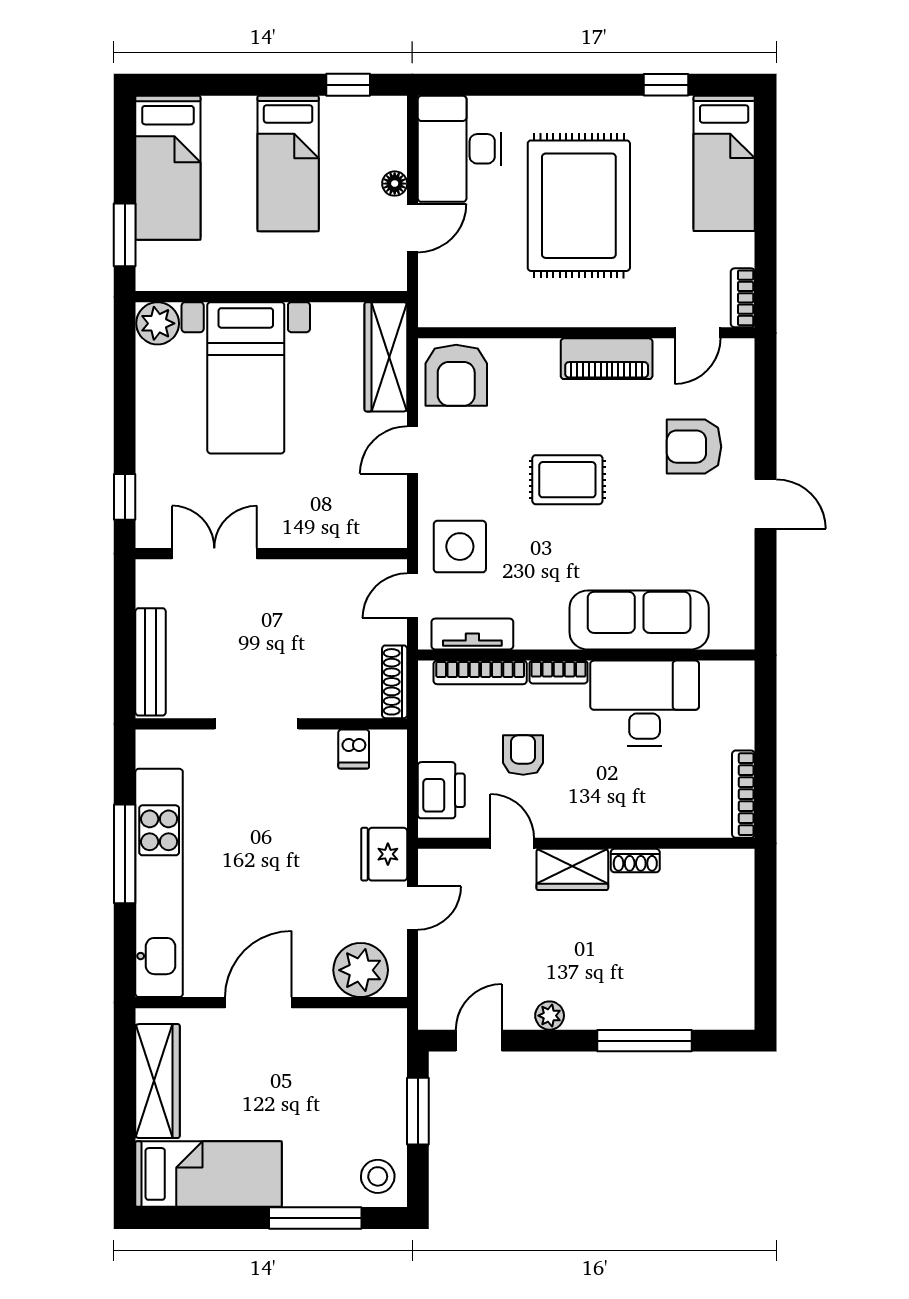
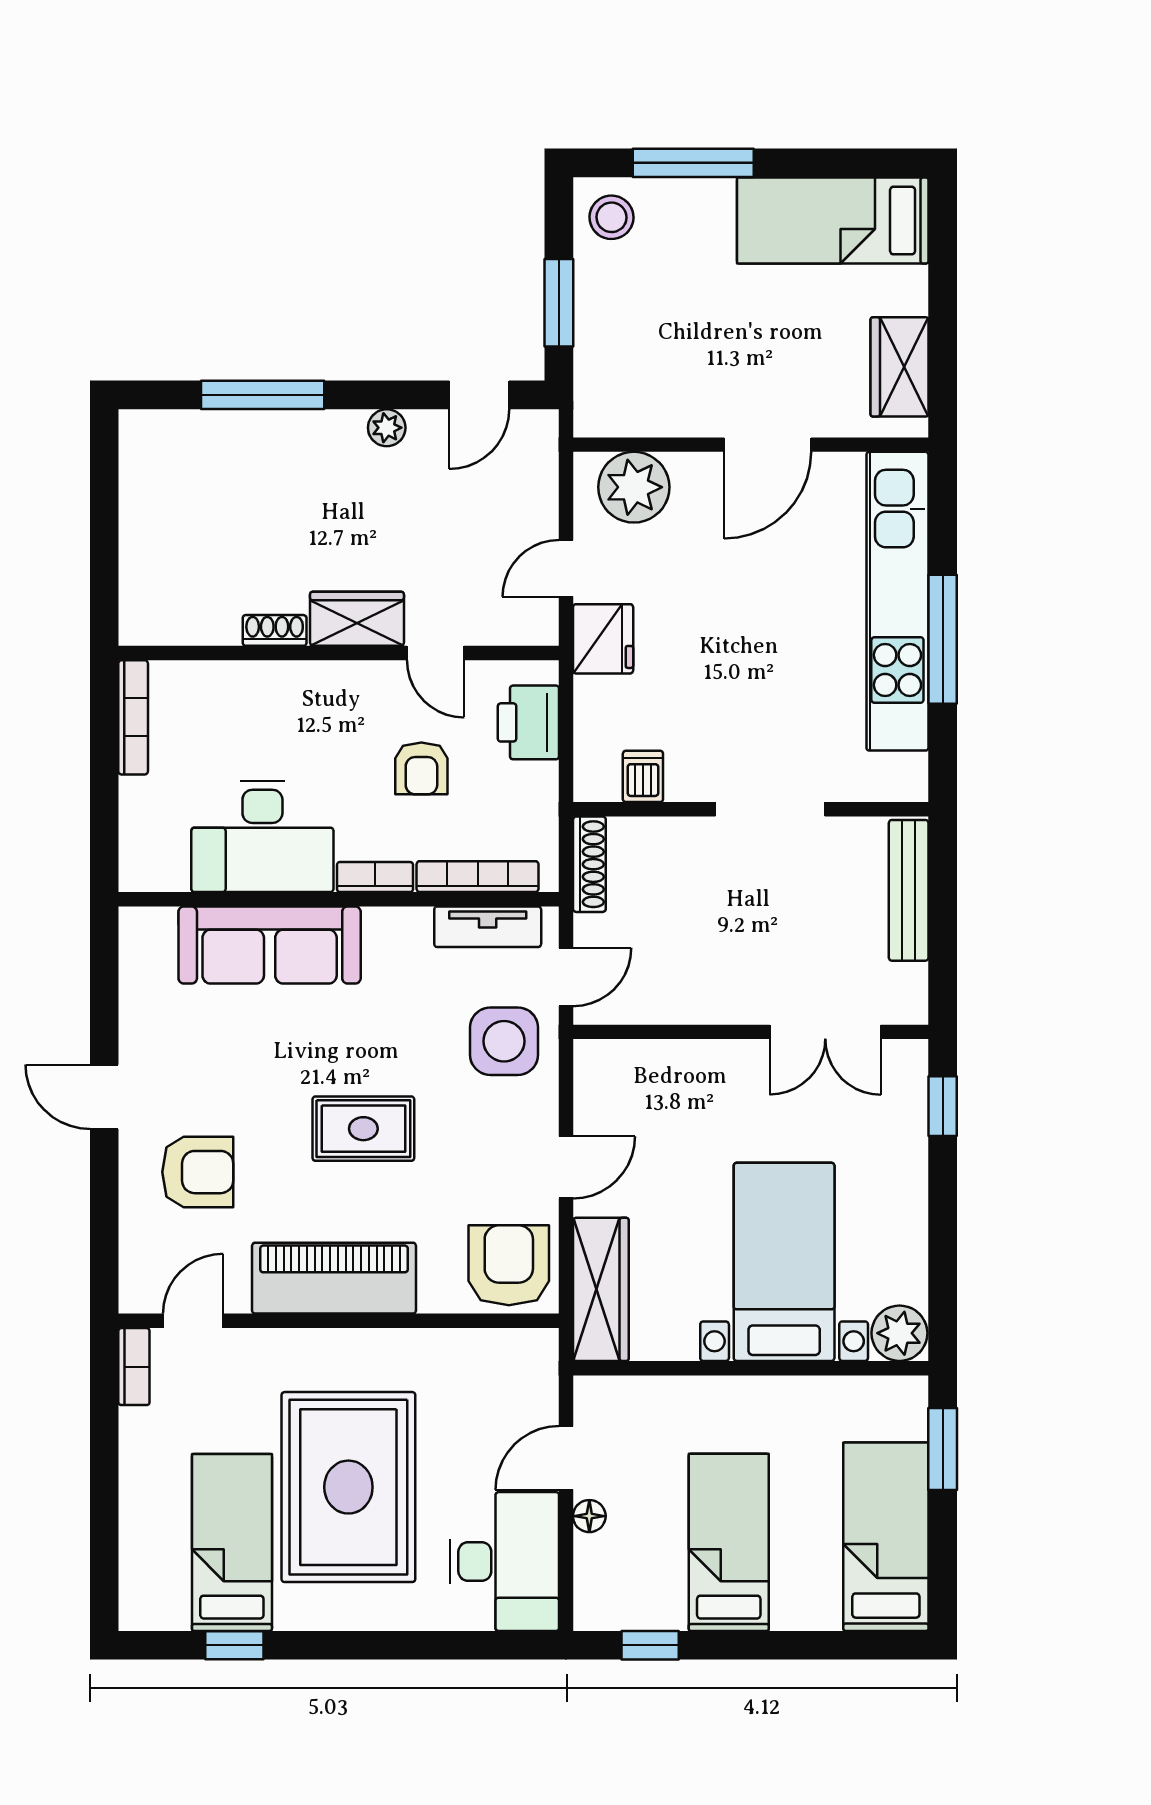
bed: (724, 163) -> (232, 1542), moved
piano: (607, 359) -> (334, 1278), width x1.37, depth x1.33
wardrobe: (158, 1081) -> (899, 367), width x0.67

